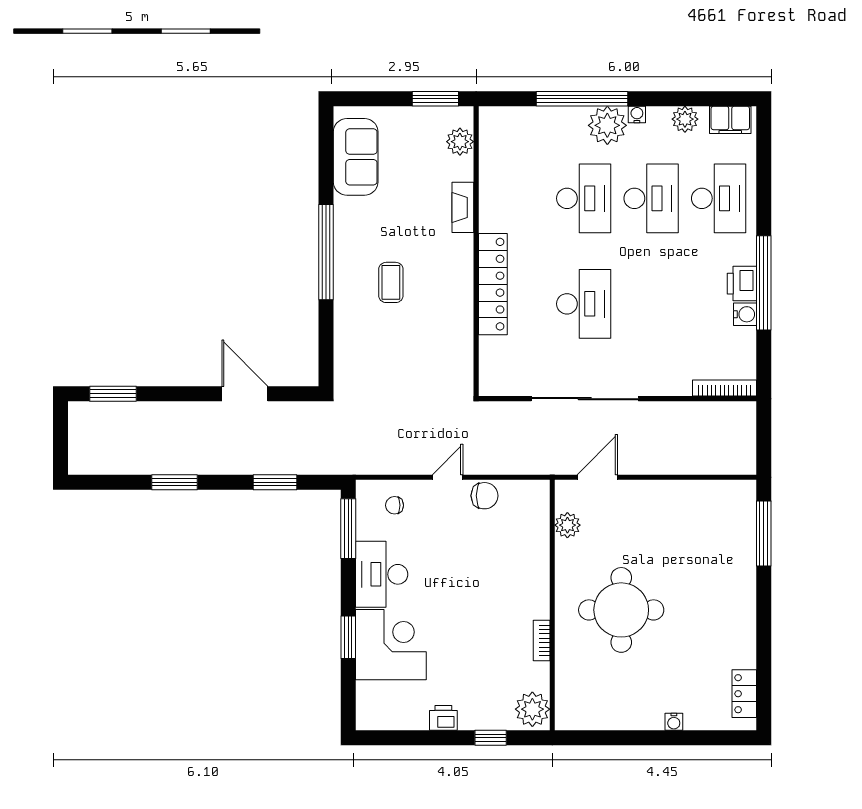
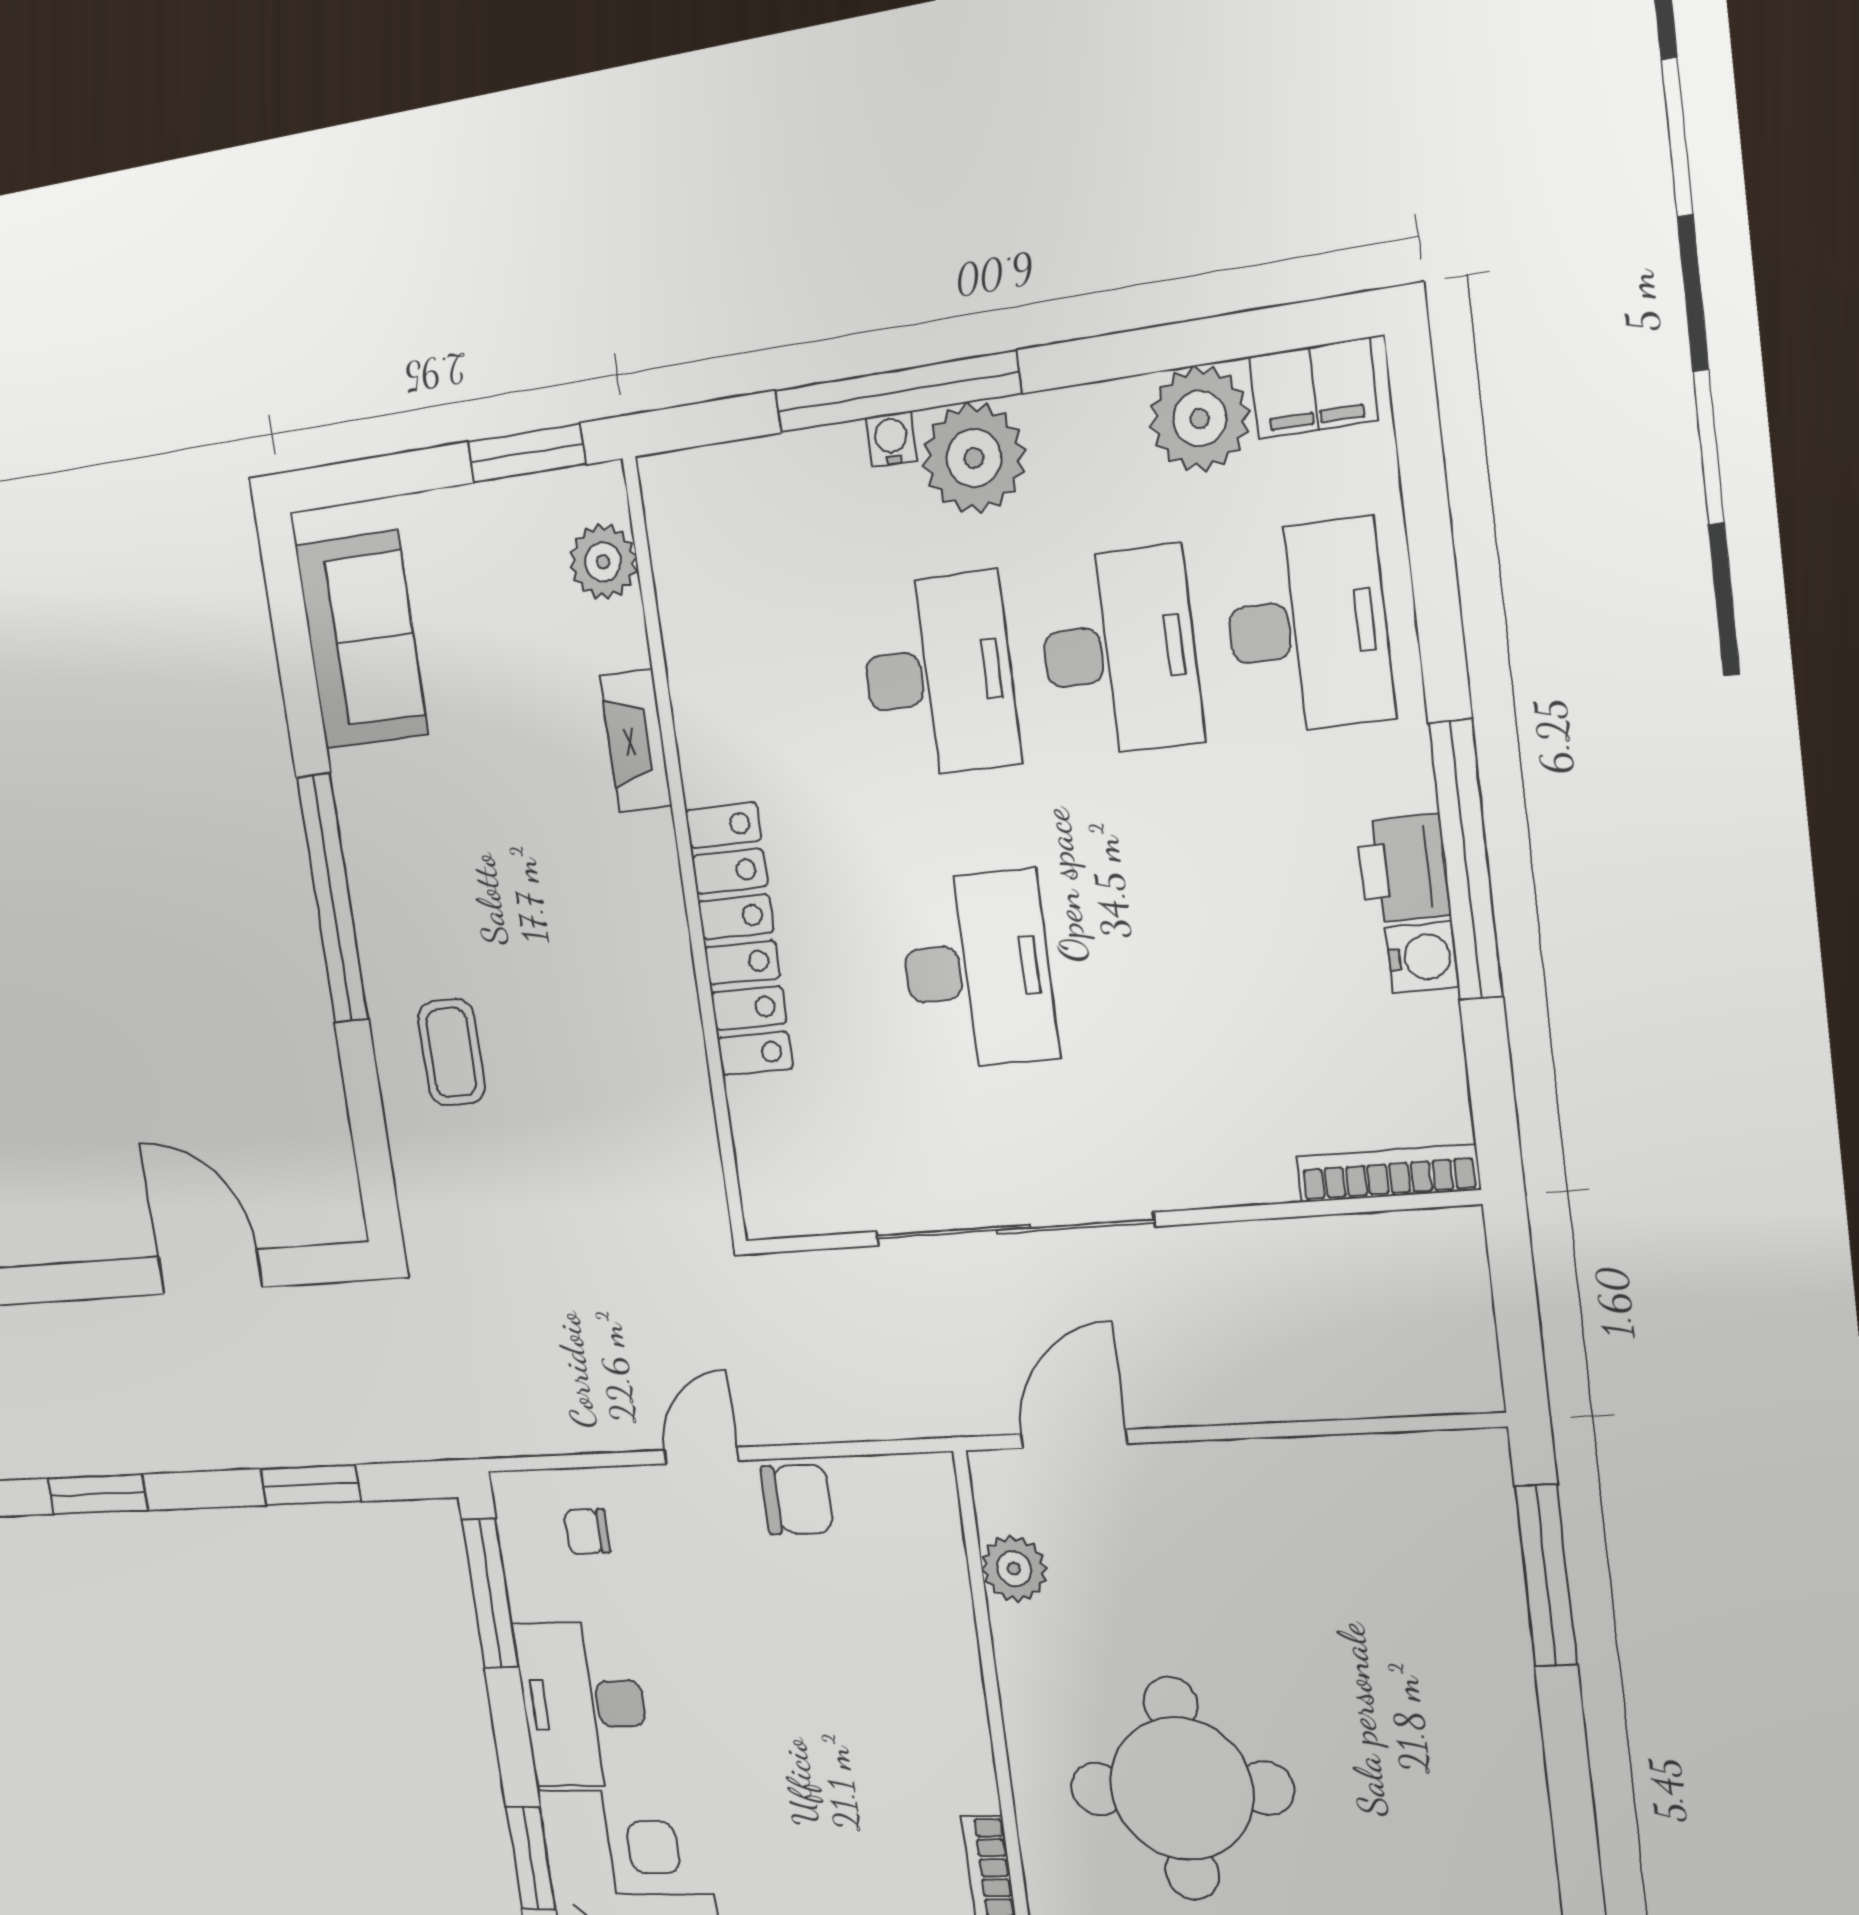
water cooler: (637, 115) -> (891, 439), moved
plant: (685, 119) -> (1200, 419), width x1.36, depth x1.36
coffee table: (391, 282) -> (451, 1052), moved

